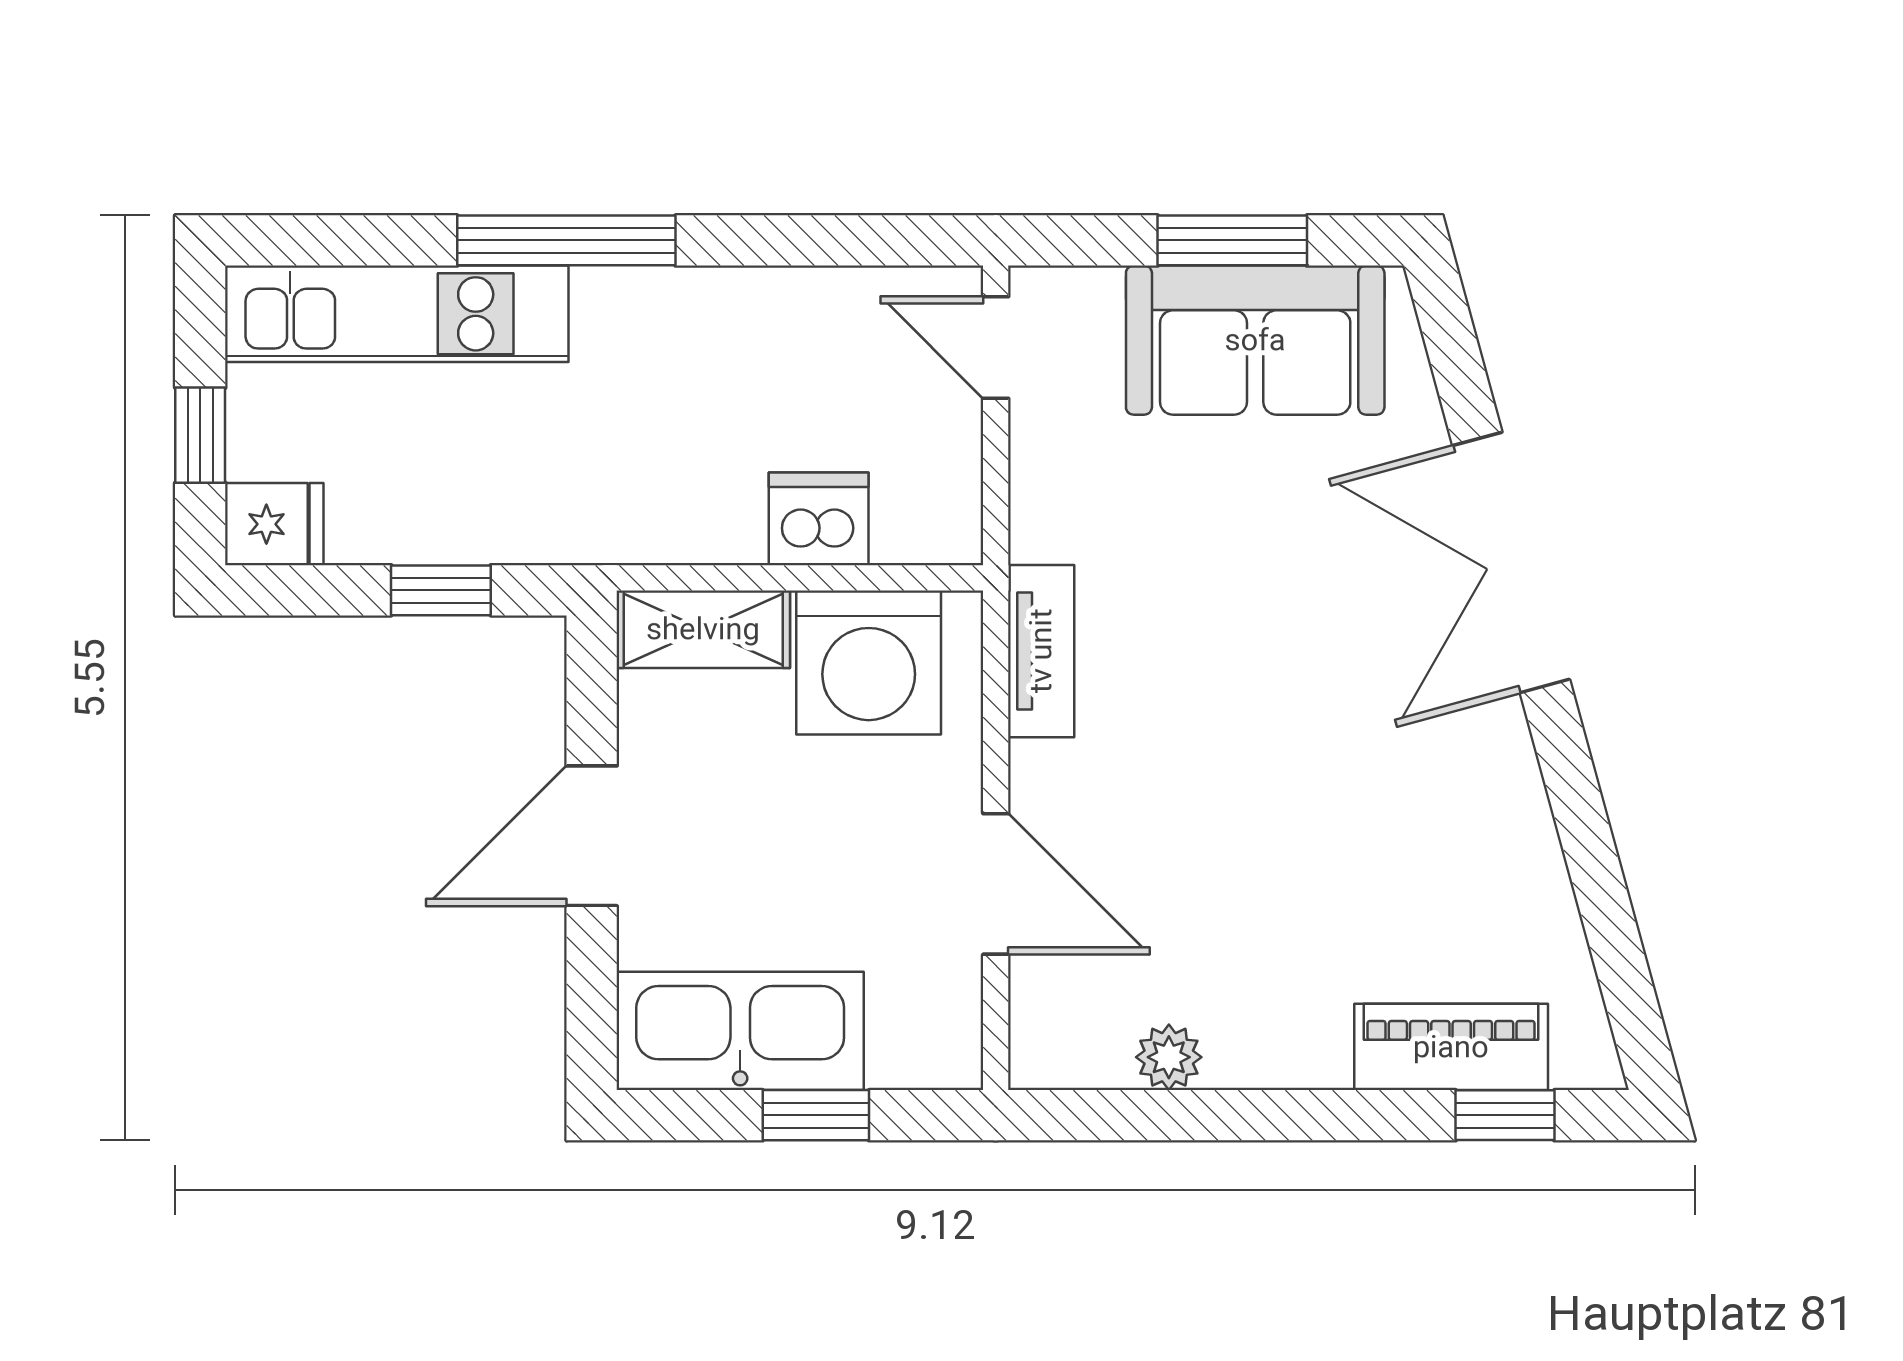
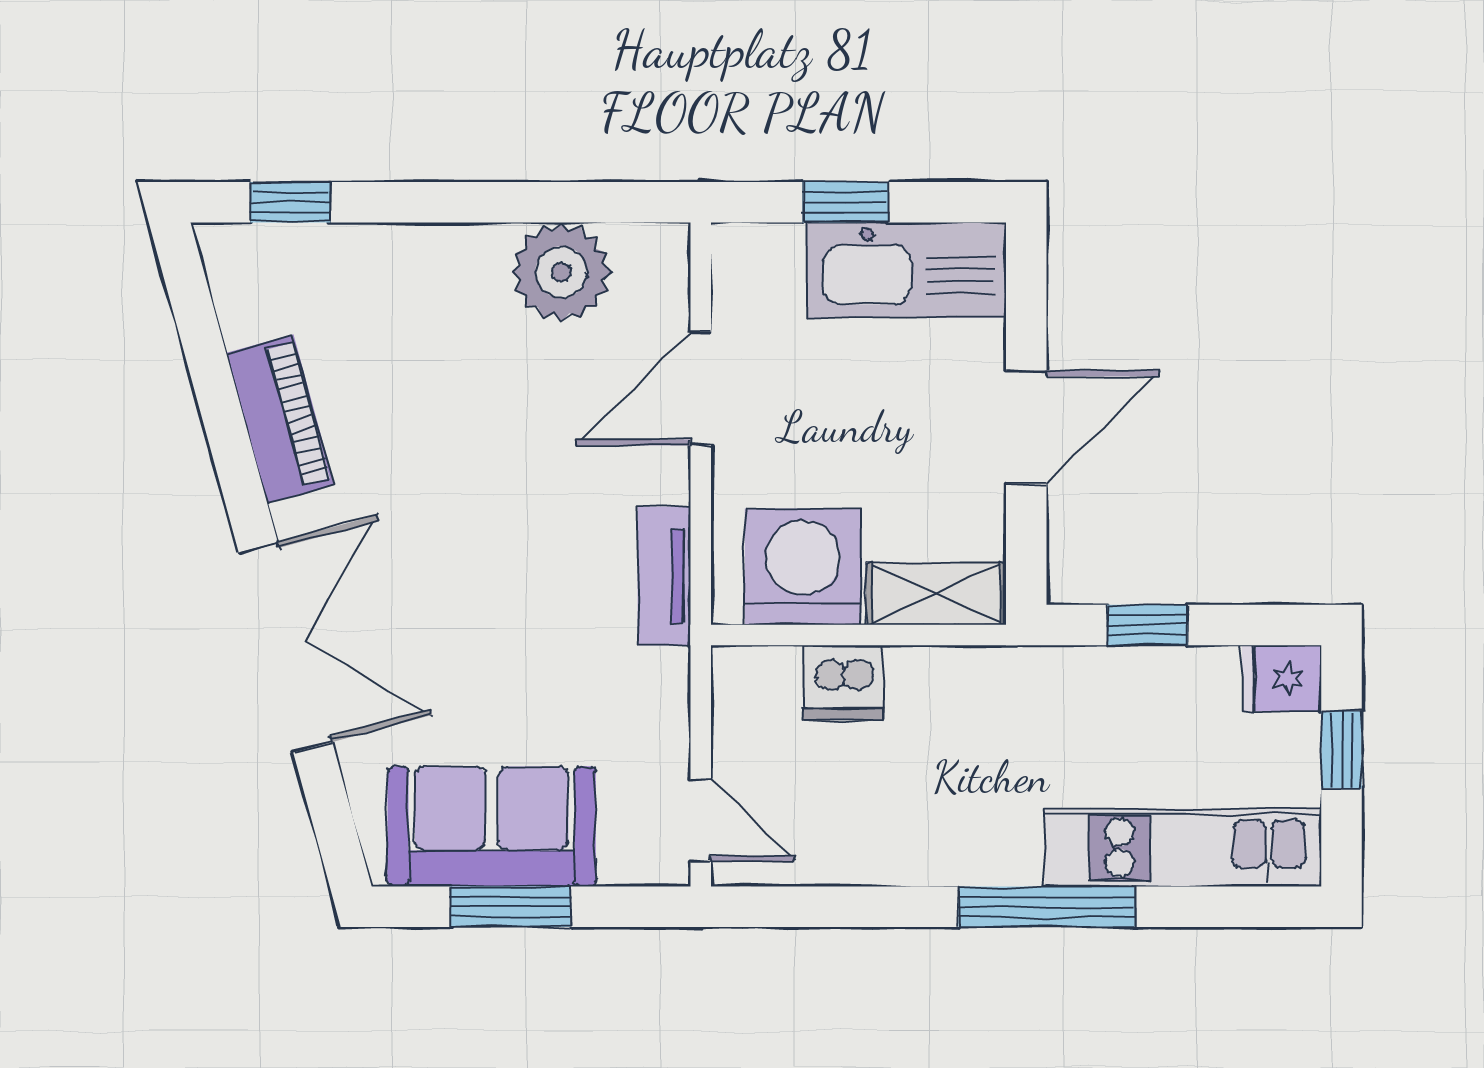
door: (996, 884) -> (701, 388), hinge flipped
piano: (1451, 1047) -> (280, 419), moved, turned -105
plant: (1169, 1057) -> (561, 272), width x1.87, depth x1.87

